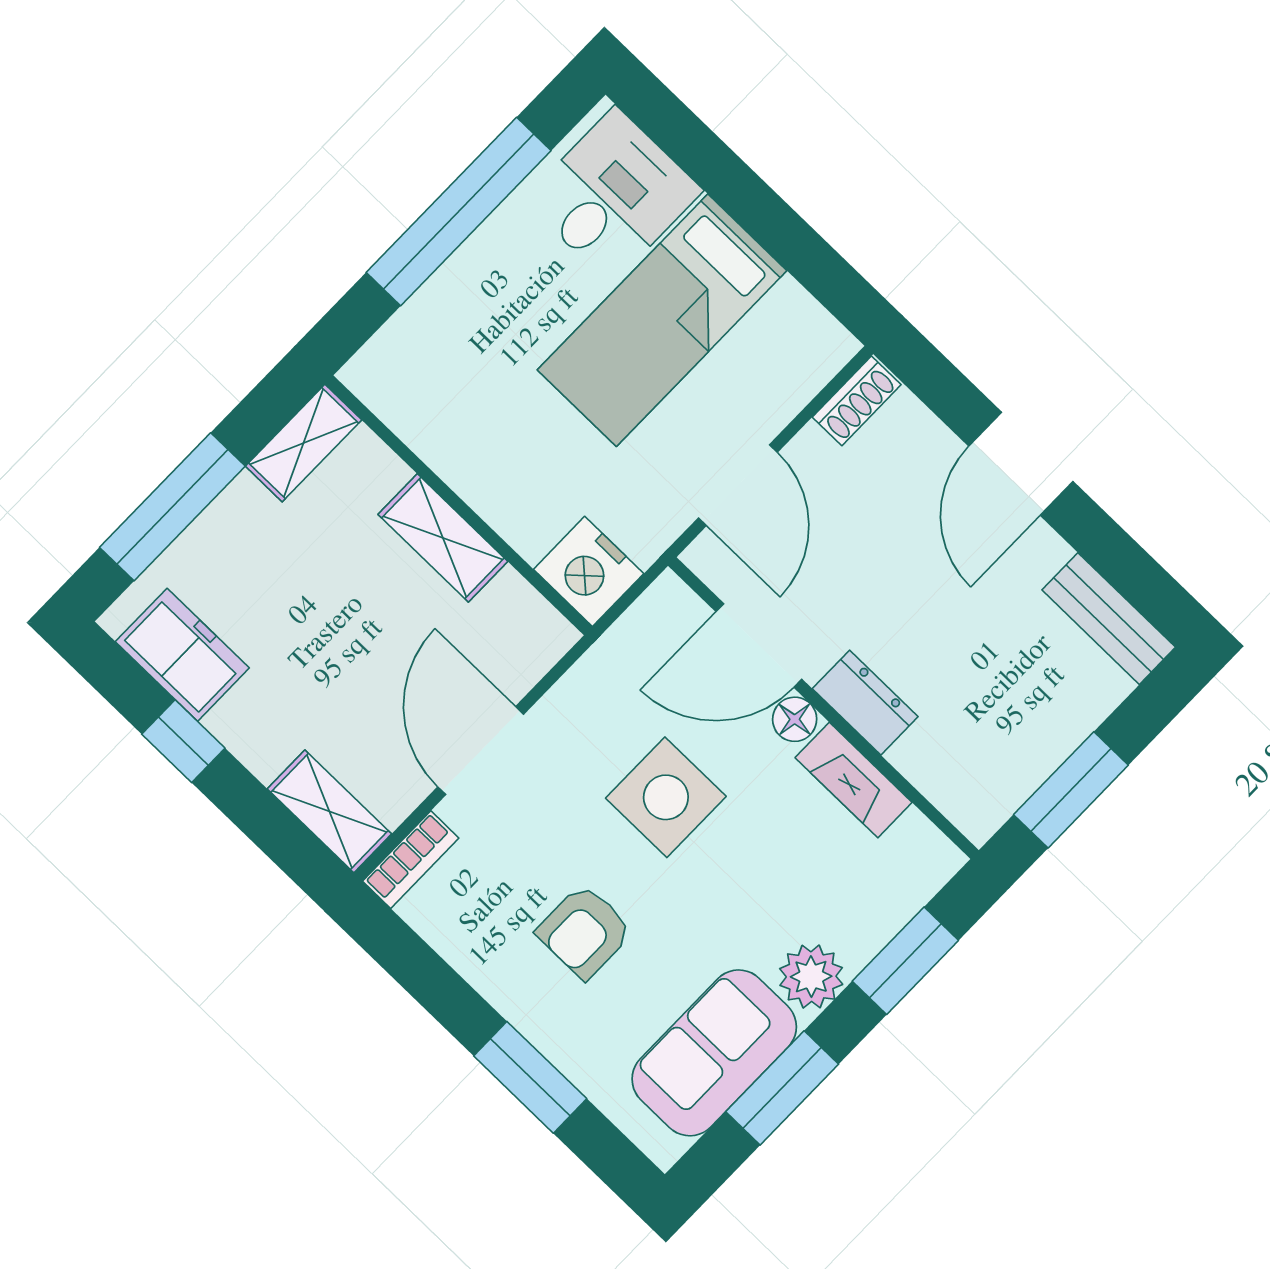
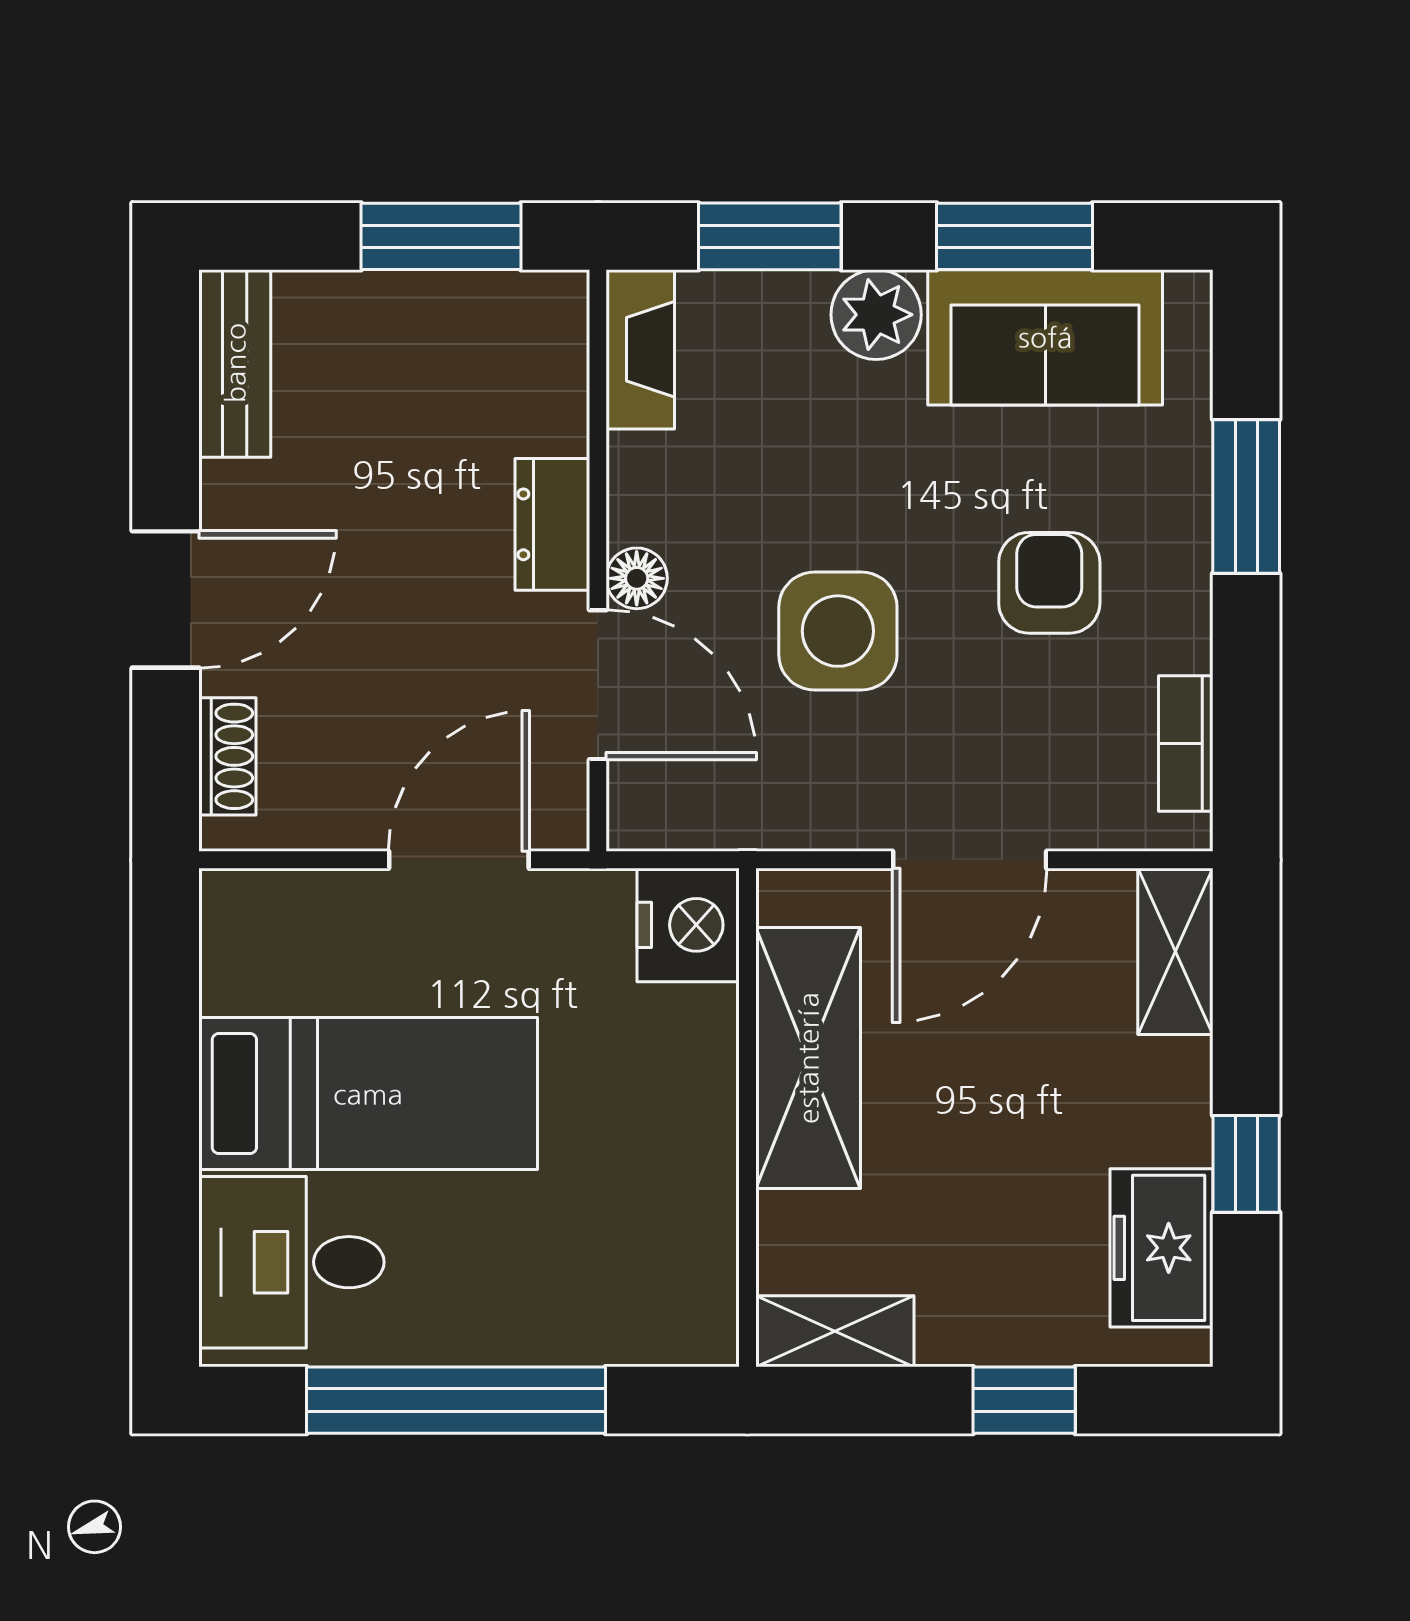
shoe rack: (857, 401) -> (227, 756), moved, turned 90
window: (172, 507) -> (1024, 1400), width x0.46
shelving: (443, 538) -> (808, 1058), width x1.50, depth x1.33
fireplace: (854, 780) -> (640, 349), moved
bookcase: (411, 860) -> (1186, 744), moved, turned -90
armchair: (585, 931) -> (1049, 583), turned -90

